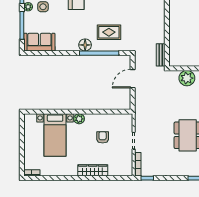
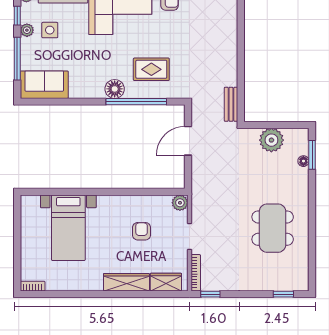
plant: (79, 119) -> (180, 203), moved
wardrobe: (118, 170) -> (166, 282), added

